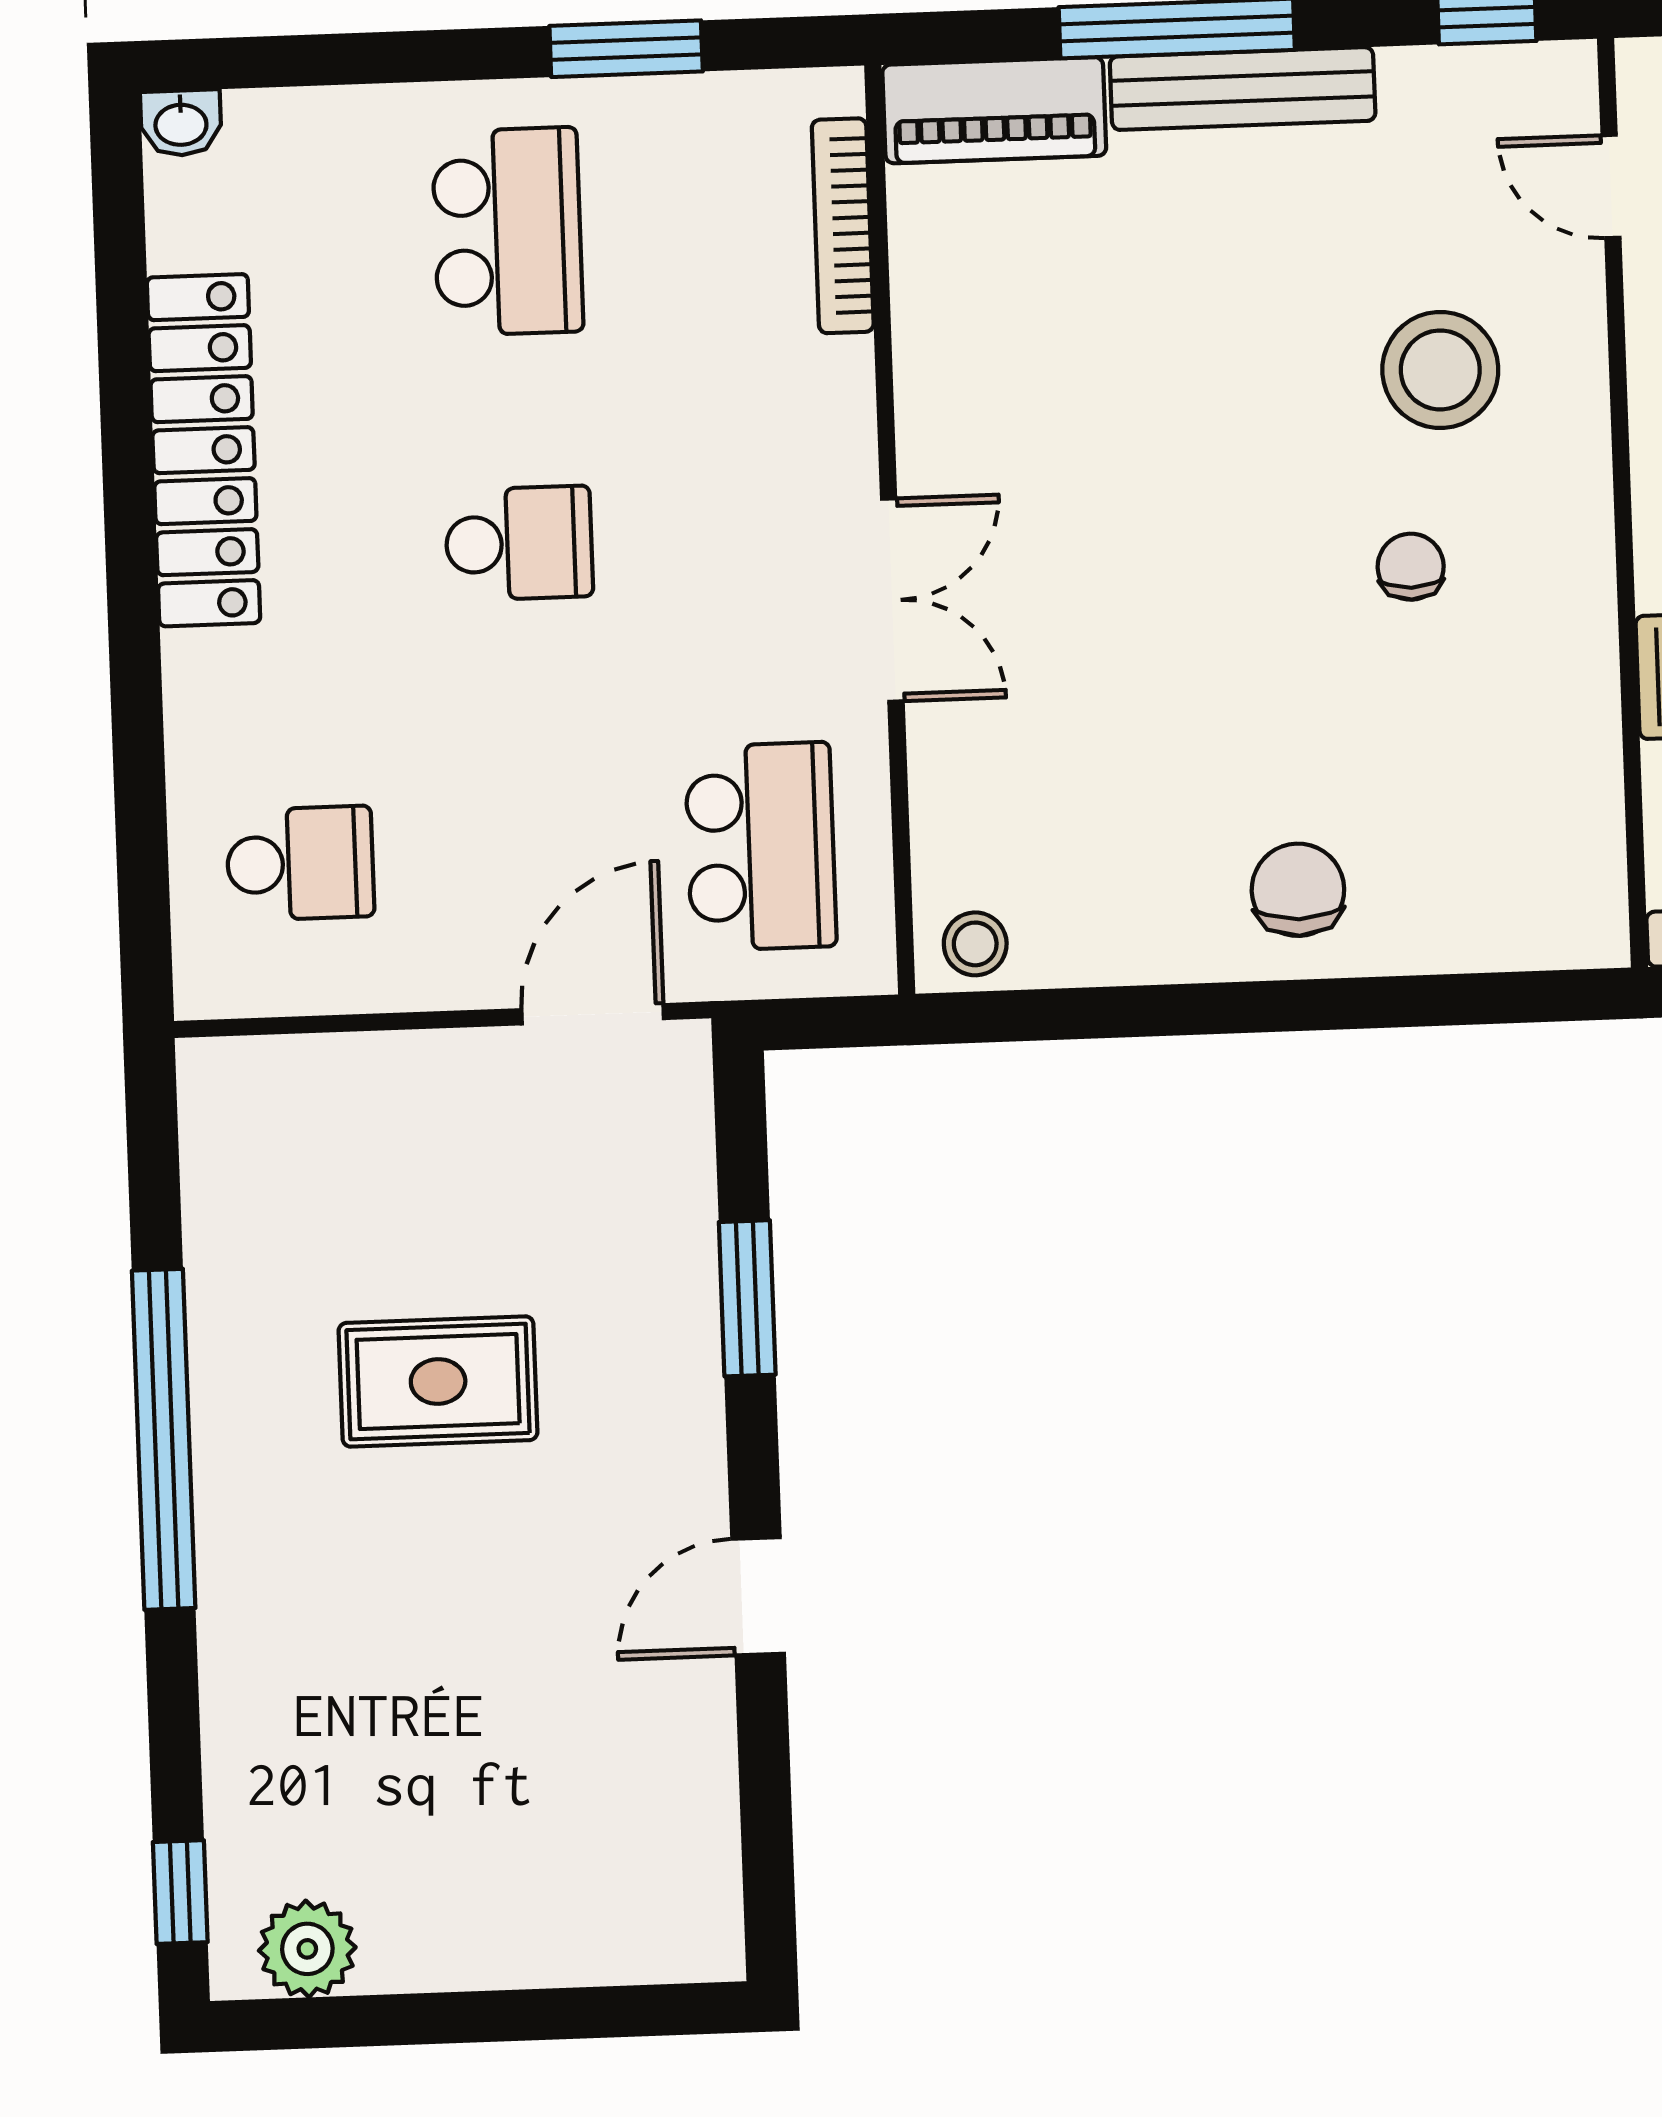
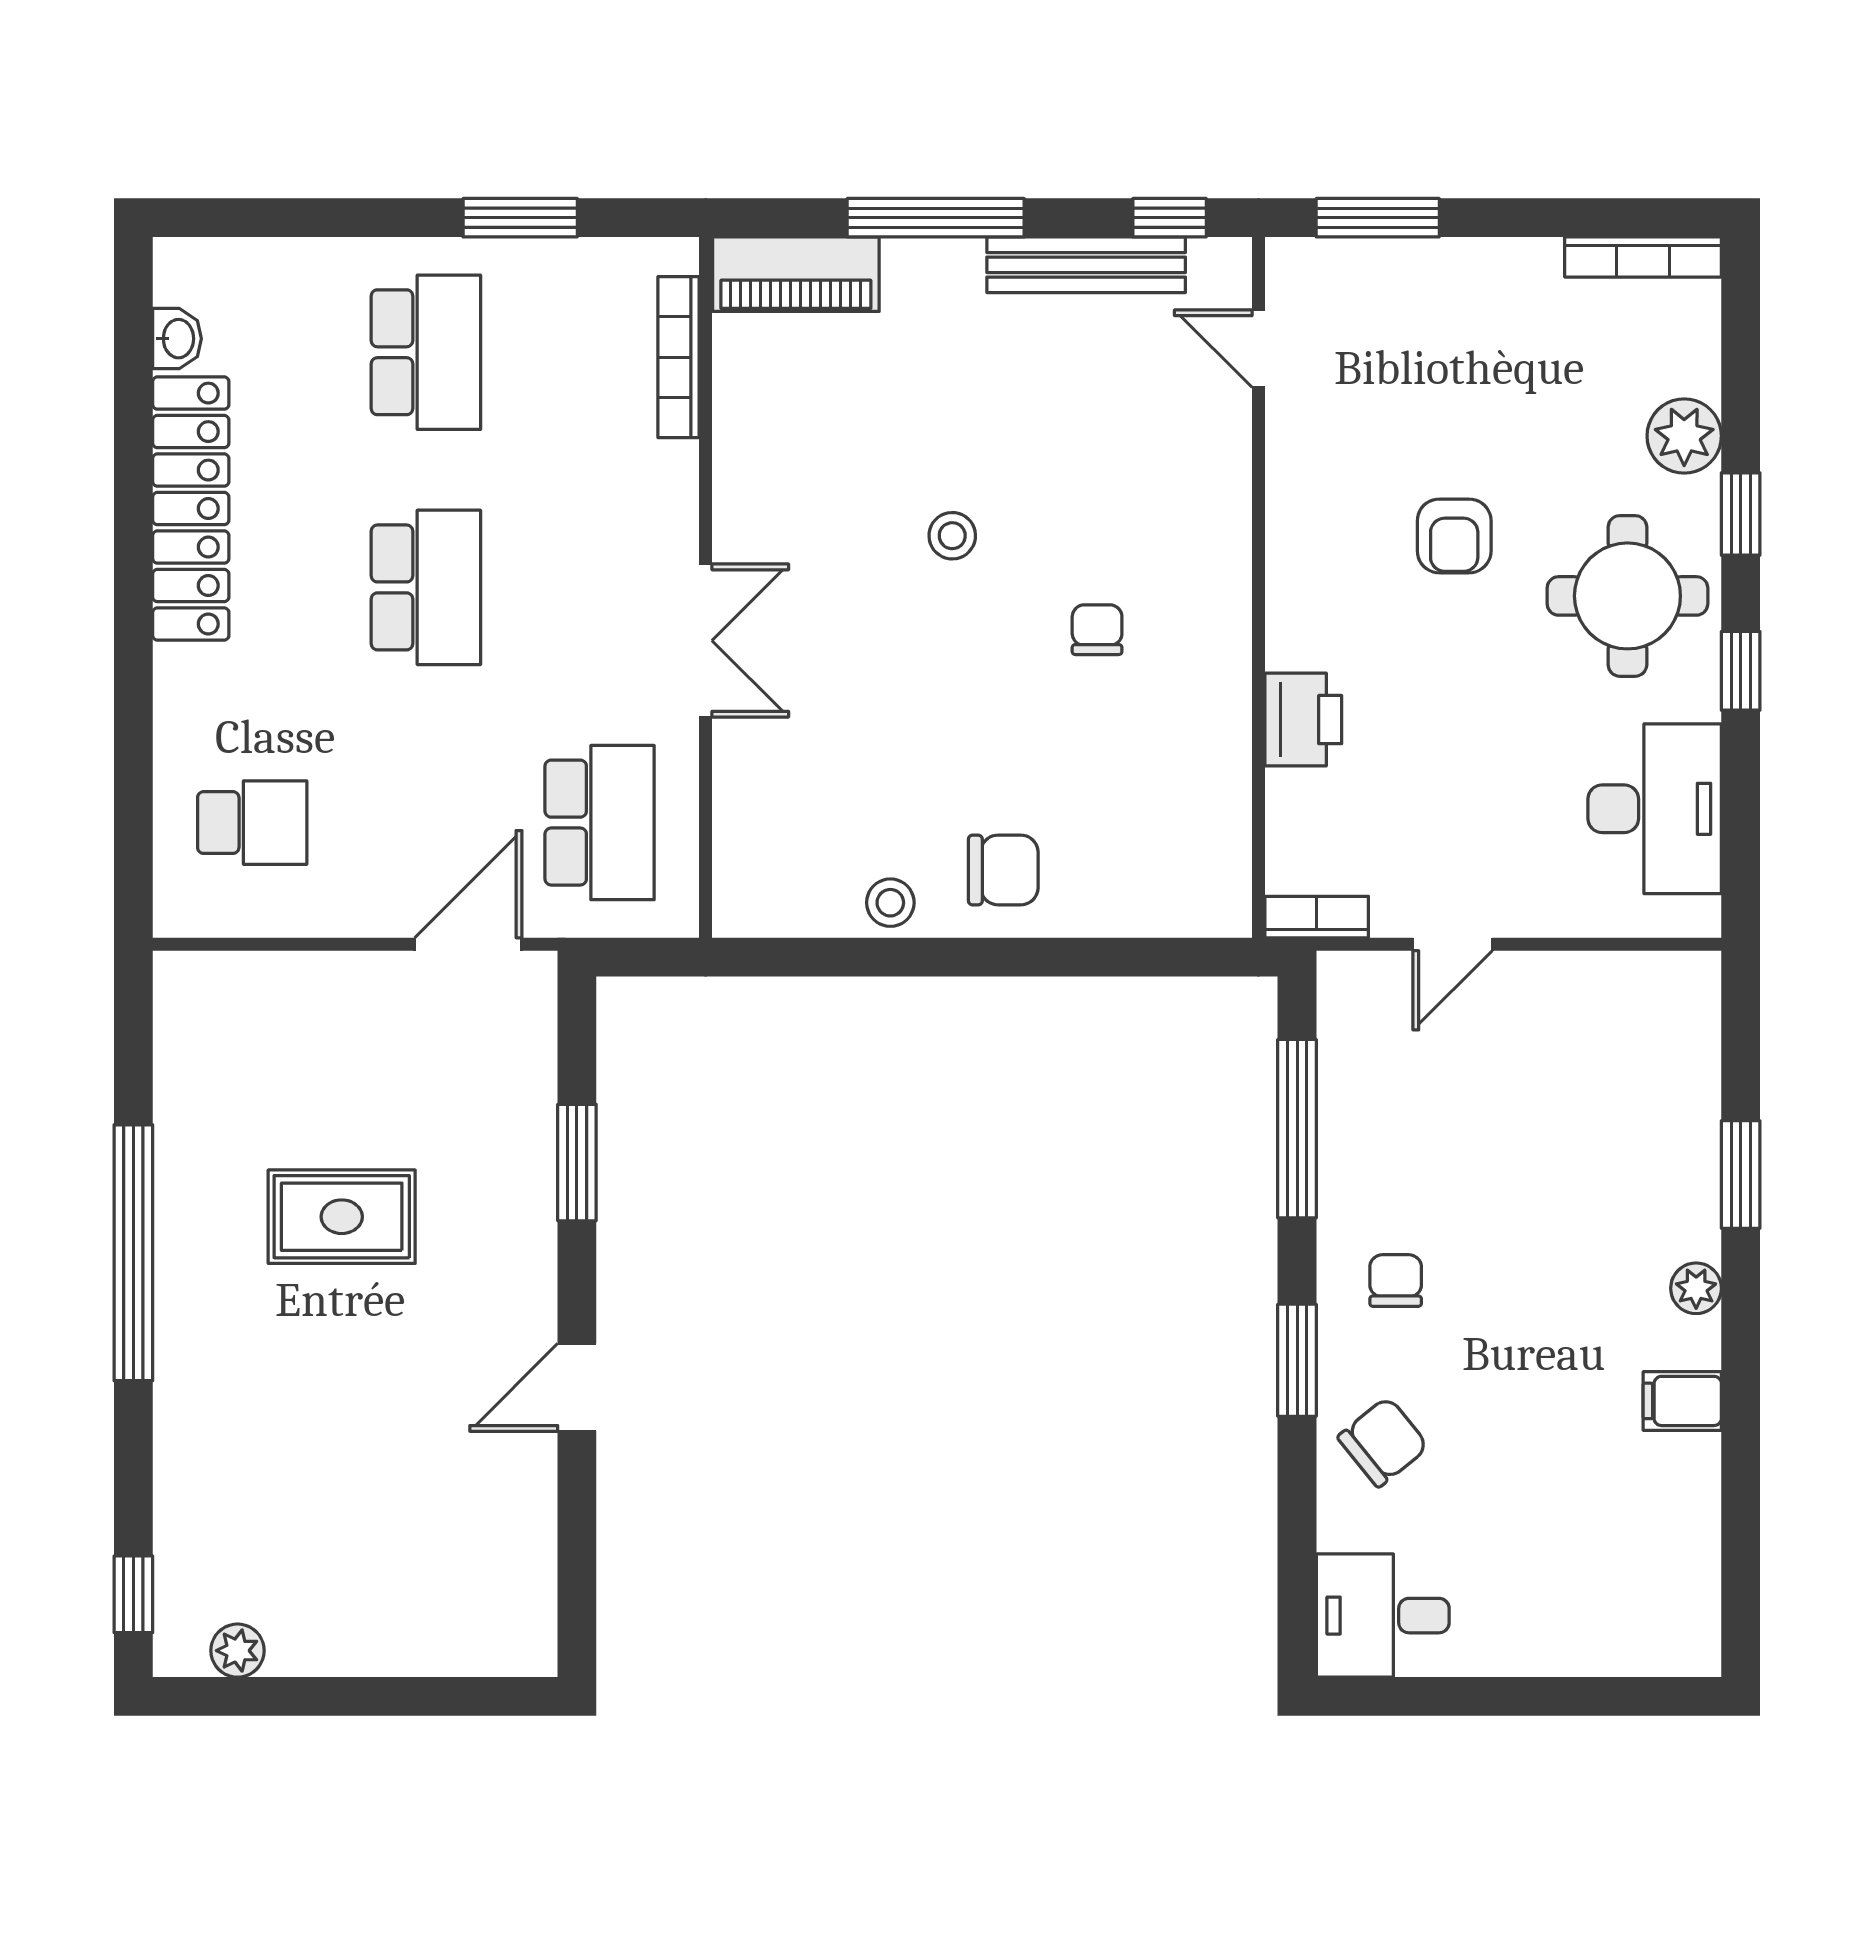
bench: (1243, 89) -> (1086, 265), moved
washbasin: (181, 123) -> (177, 339), moved, turned -90
stool: (1440, 370) -> (952, 536), moved, width x0.53, depth x0.53
school desk: (519, 543) -> (426, 587), width x1.85
chair: (1298, 890) -> (1003, 870), turned 90
stool: (975, 944) -> (890, 903), moved
plant: (307, 1949) -> (238, 1651), width x0.73, depth x0.73

